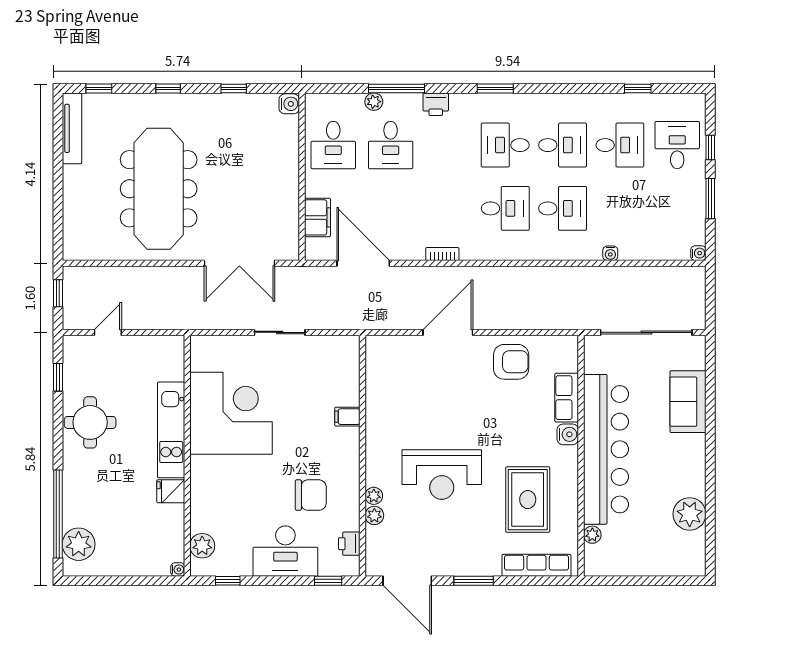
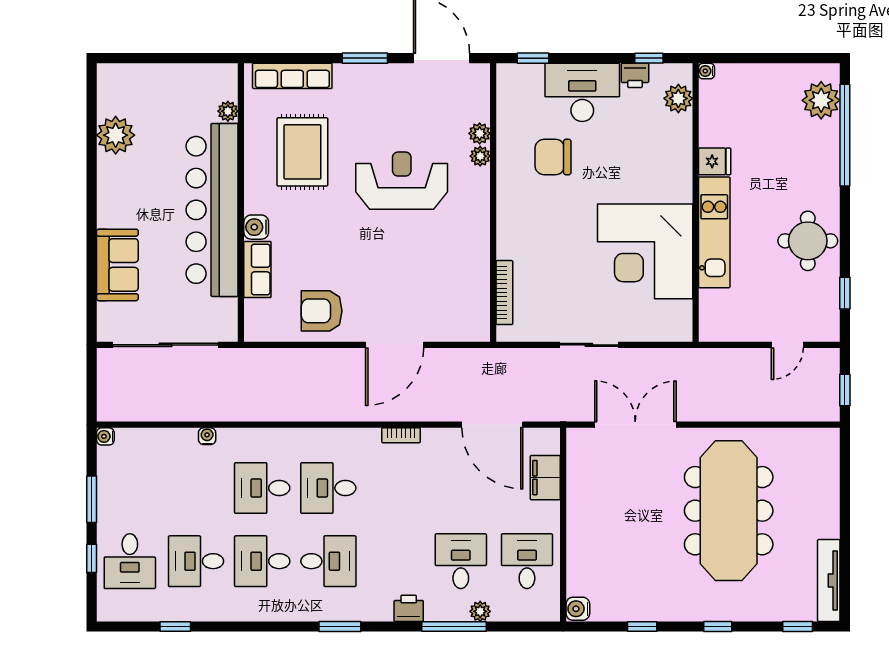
bookcase: (353, 378) -> (504, 293), added
filing cabinet: (347, 417) -> (511, 248), removed
printer: (349, 544) -> (635, 75), moved, turned 90

